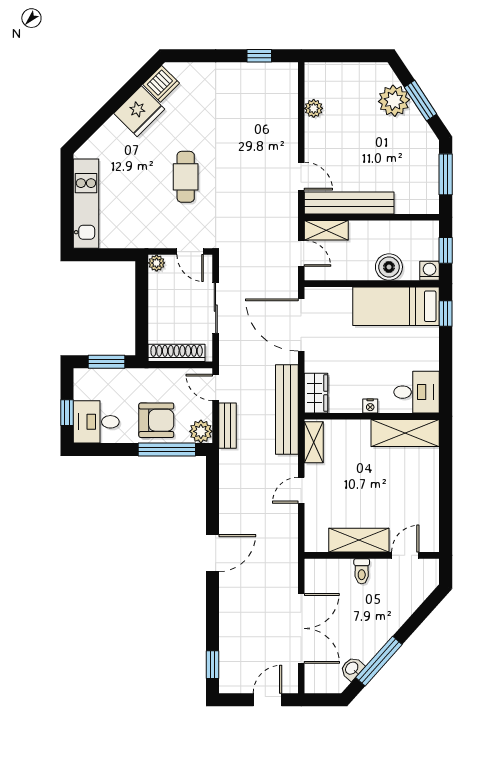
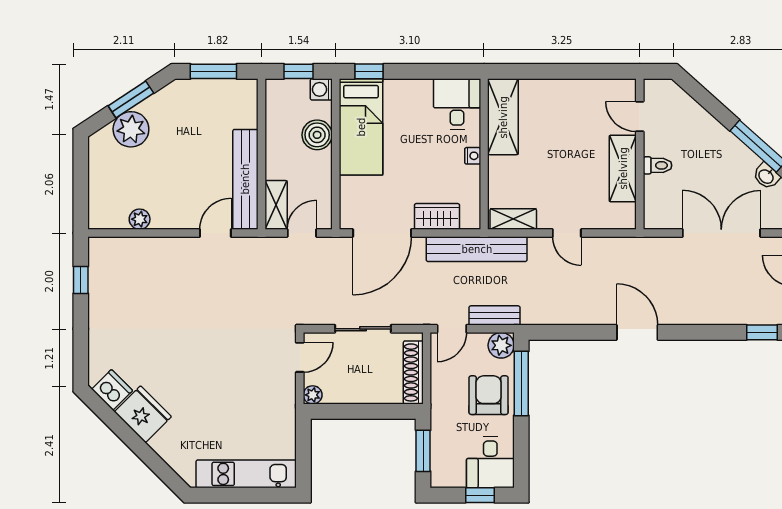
cafe table: (186, 177) -> (216, 362), removed
wardrobe: (316, 393) -> (437, 216), moved

